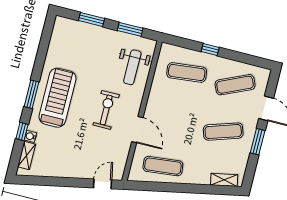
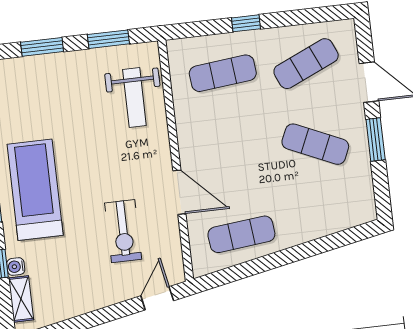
exercise bike: (106, 110) -> (123, 231), moved, turned 180
exercise mat: (223, 132) -> (315, 144), turned 42
shelving: (224, 180) -> (346, 219), removed

